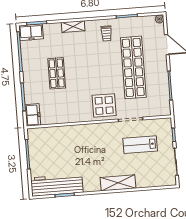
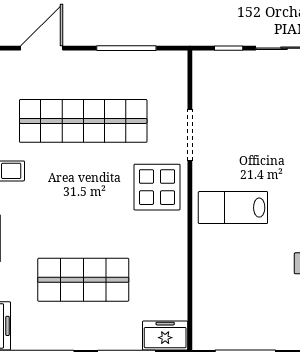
shop shelf: (57, 73) -> (83, 280), width x1.43, depth x1.36
lab bench: (140, 145) -> (233, 208), moved, turned 90

